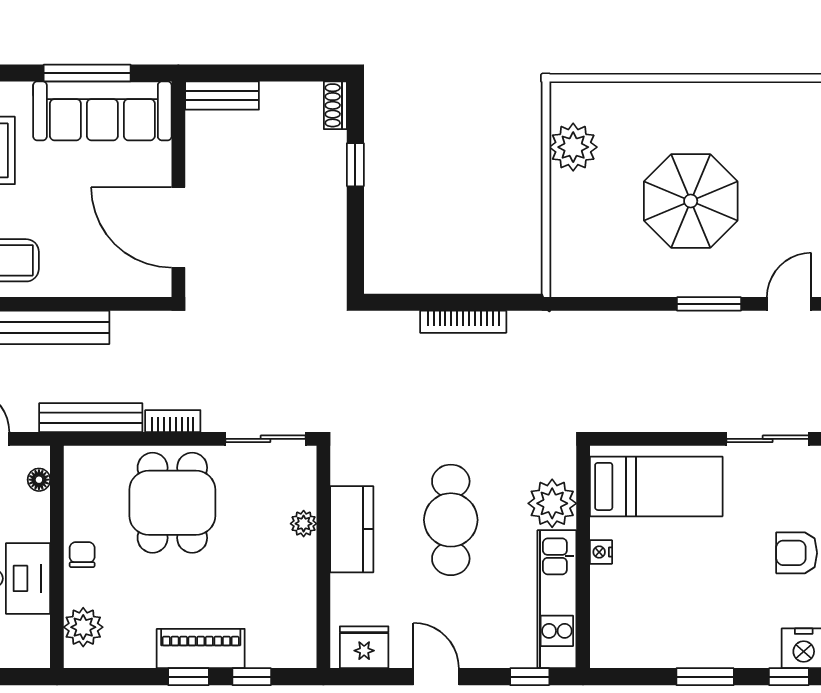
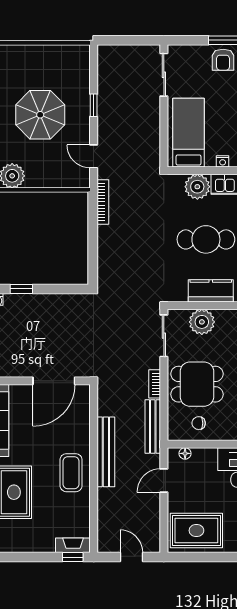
window: (709, 304) -> (94, 105), width x0.67
door: (789, 304) -> (94, 156), moved
bookcase: (463, 322) -> (103, 202), moved
plant: (304, 524) -> (202, 322), width x1.88, depth x1.88
chair: (82, 555) -> (199, 423), moved

